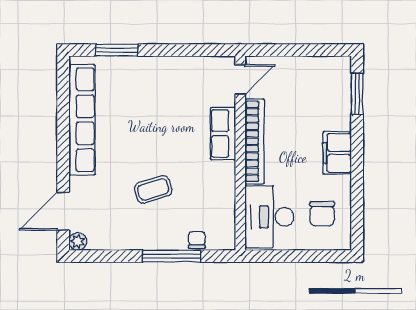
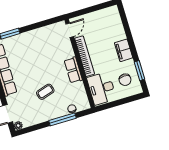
window: (357, 94) -> (140, 71), moved
row of seats: (223, 134) -> (73, 70), moved

